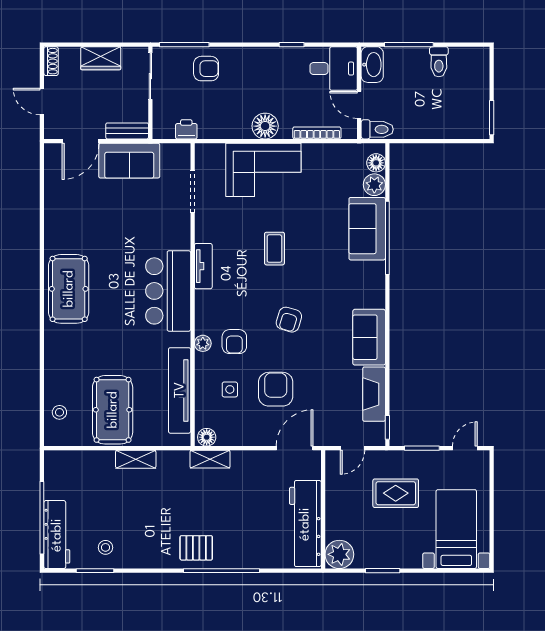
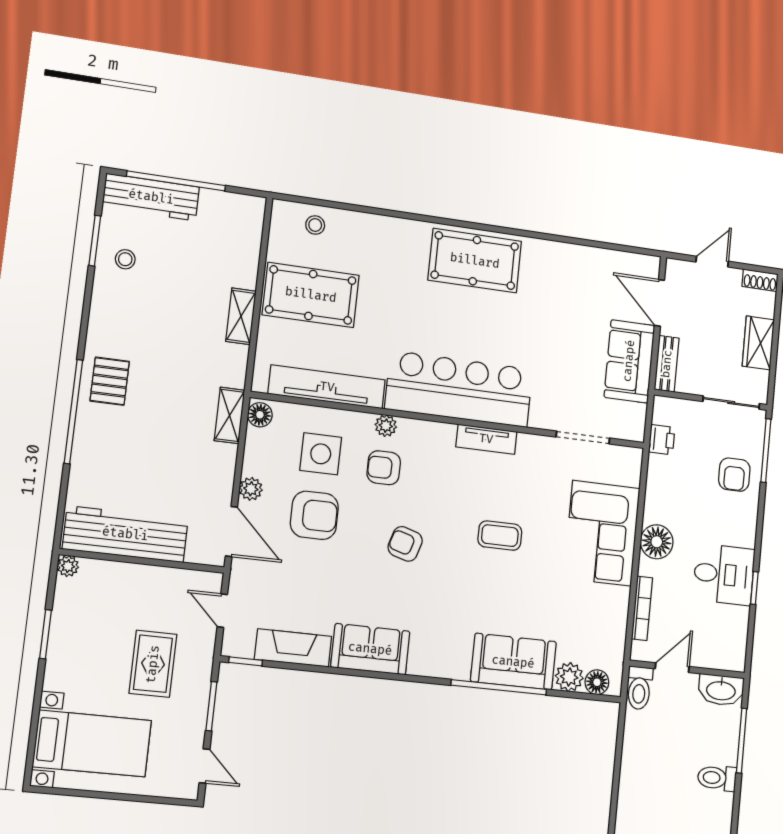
desk: (334, 69) -> (724, 574), moved, turned -90
bar counter: (168, 291) -> (459, 389), width x1.36
side table: (230, 389) -> (321, 454), width x1.87, depth x1.87
plant: (262, 438) -> (251, 489), added
plant: (339, 554) -> (68, 566), width x0.53, depth x0.53

